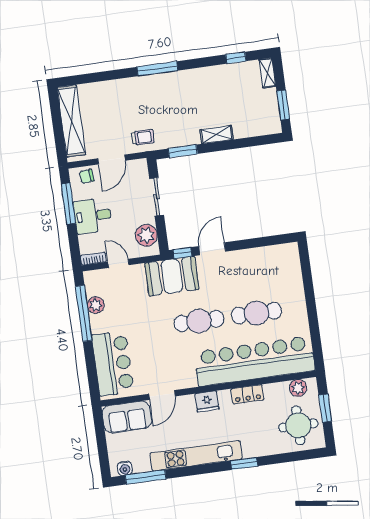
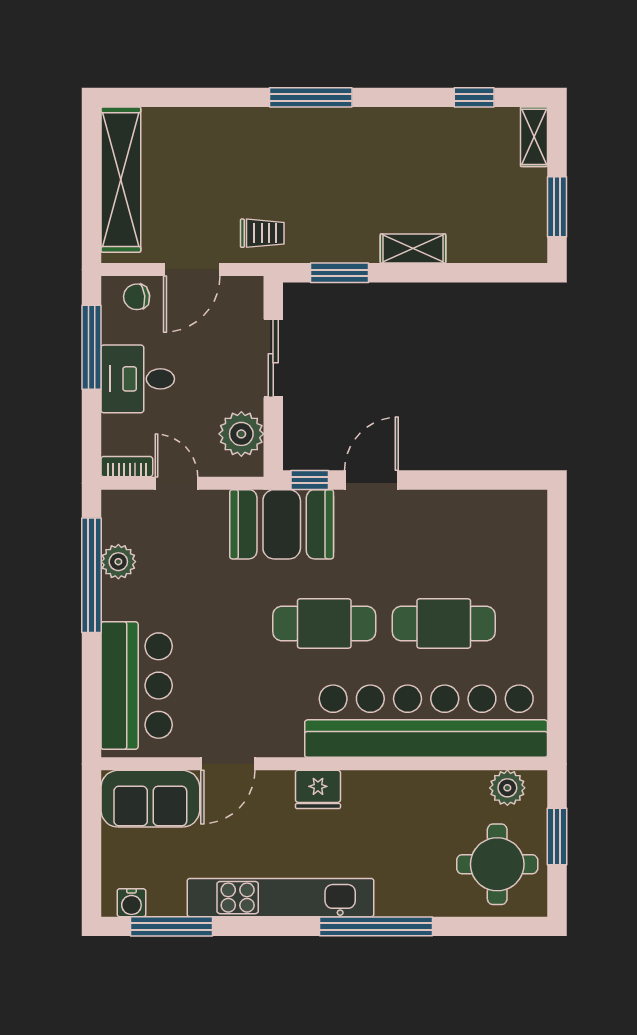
locker: (248, 394) -> (403, 786), removed
window: (244, 463) -> (376, 926), width x2.11

